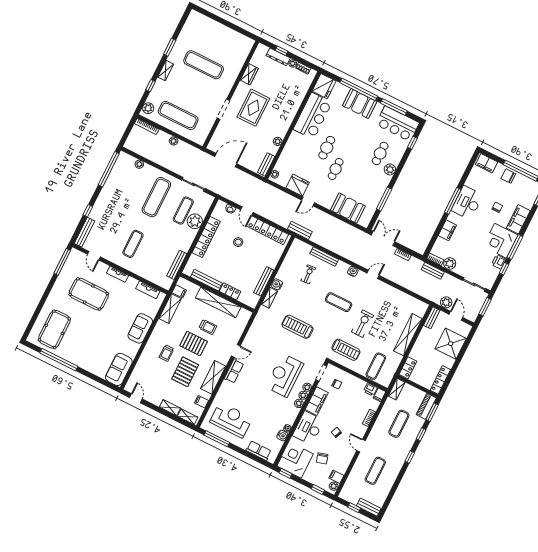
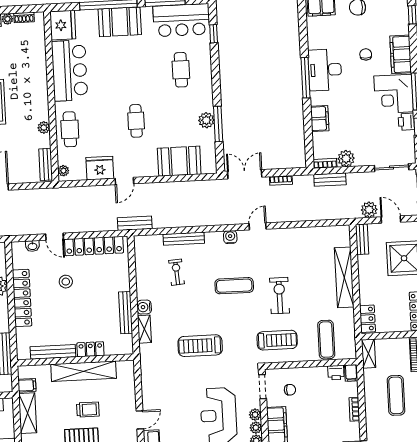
cafe table: (327, 148) -> (70, 129), moved
plant: (390, 169) -> (206, 120), moved

